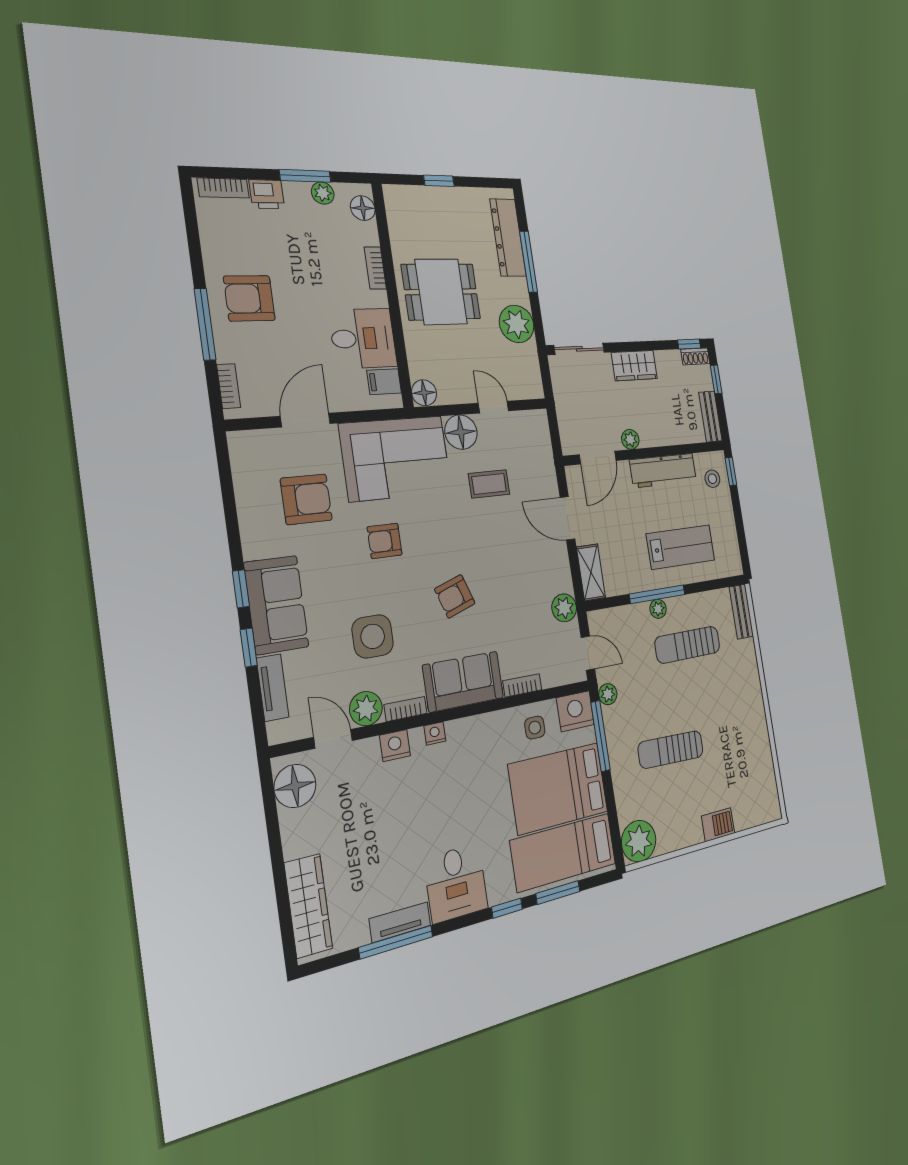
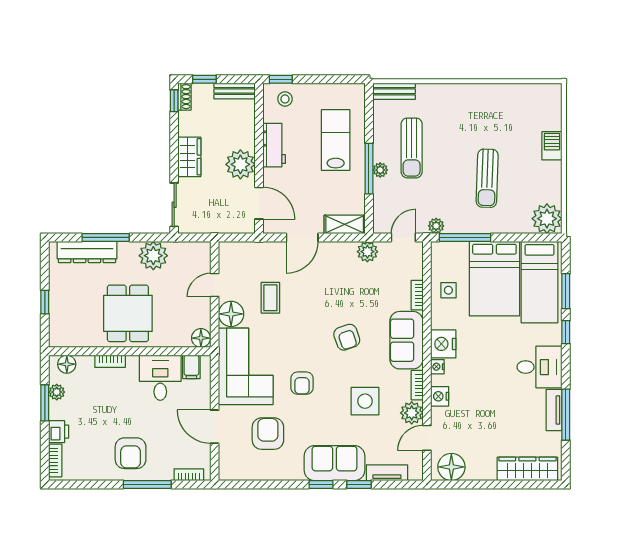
plant: (630, 439) -> (240, 164), width x1.88, depth x1.88
workbench: (663, 470) -> (274, 145), width x0.73
nightstand: (575, 711) -> (443, 344), moved

